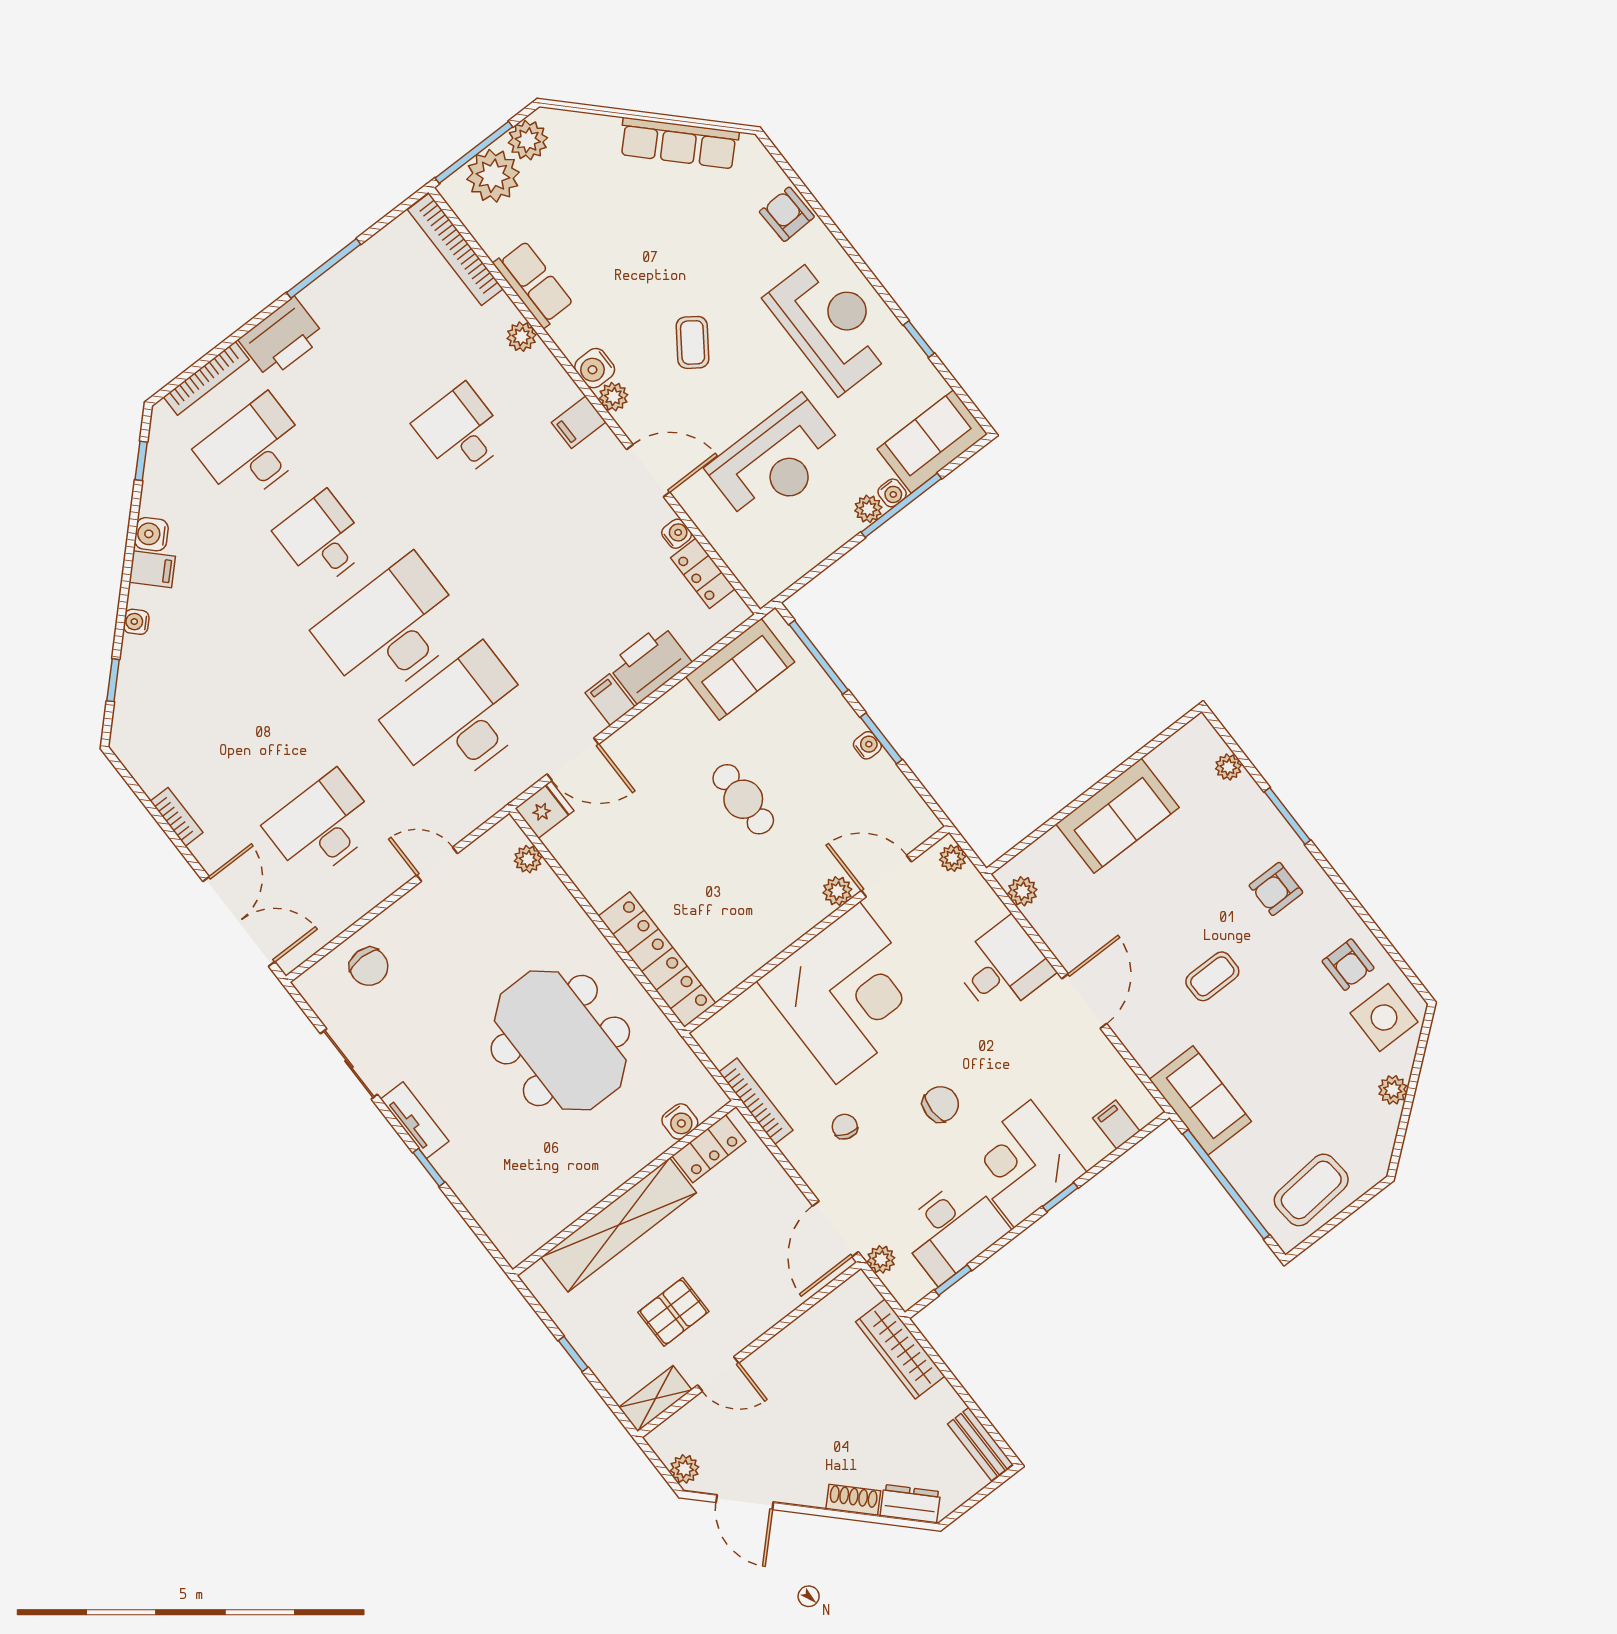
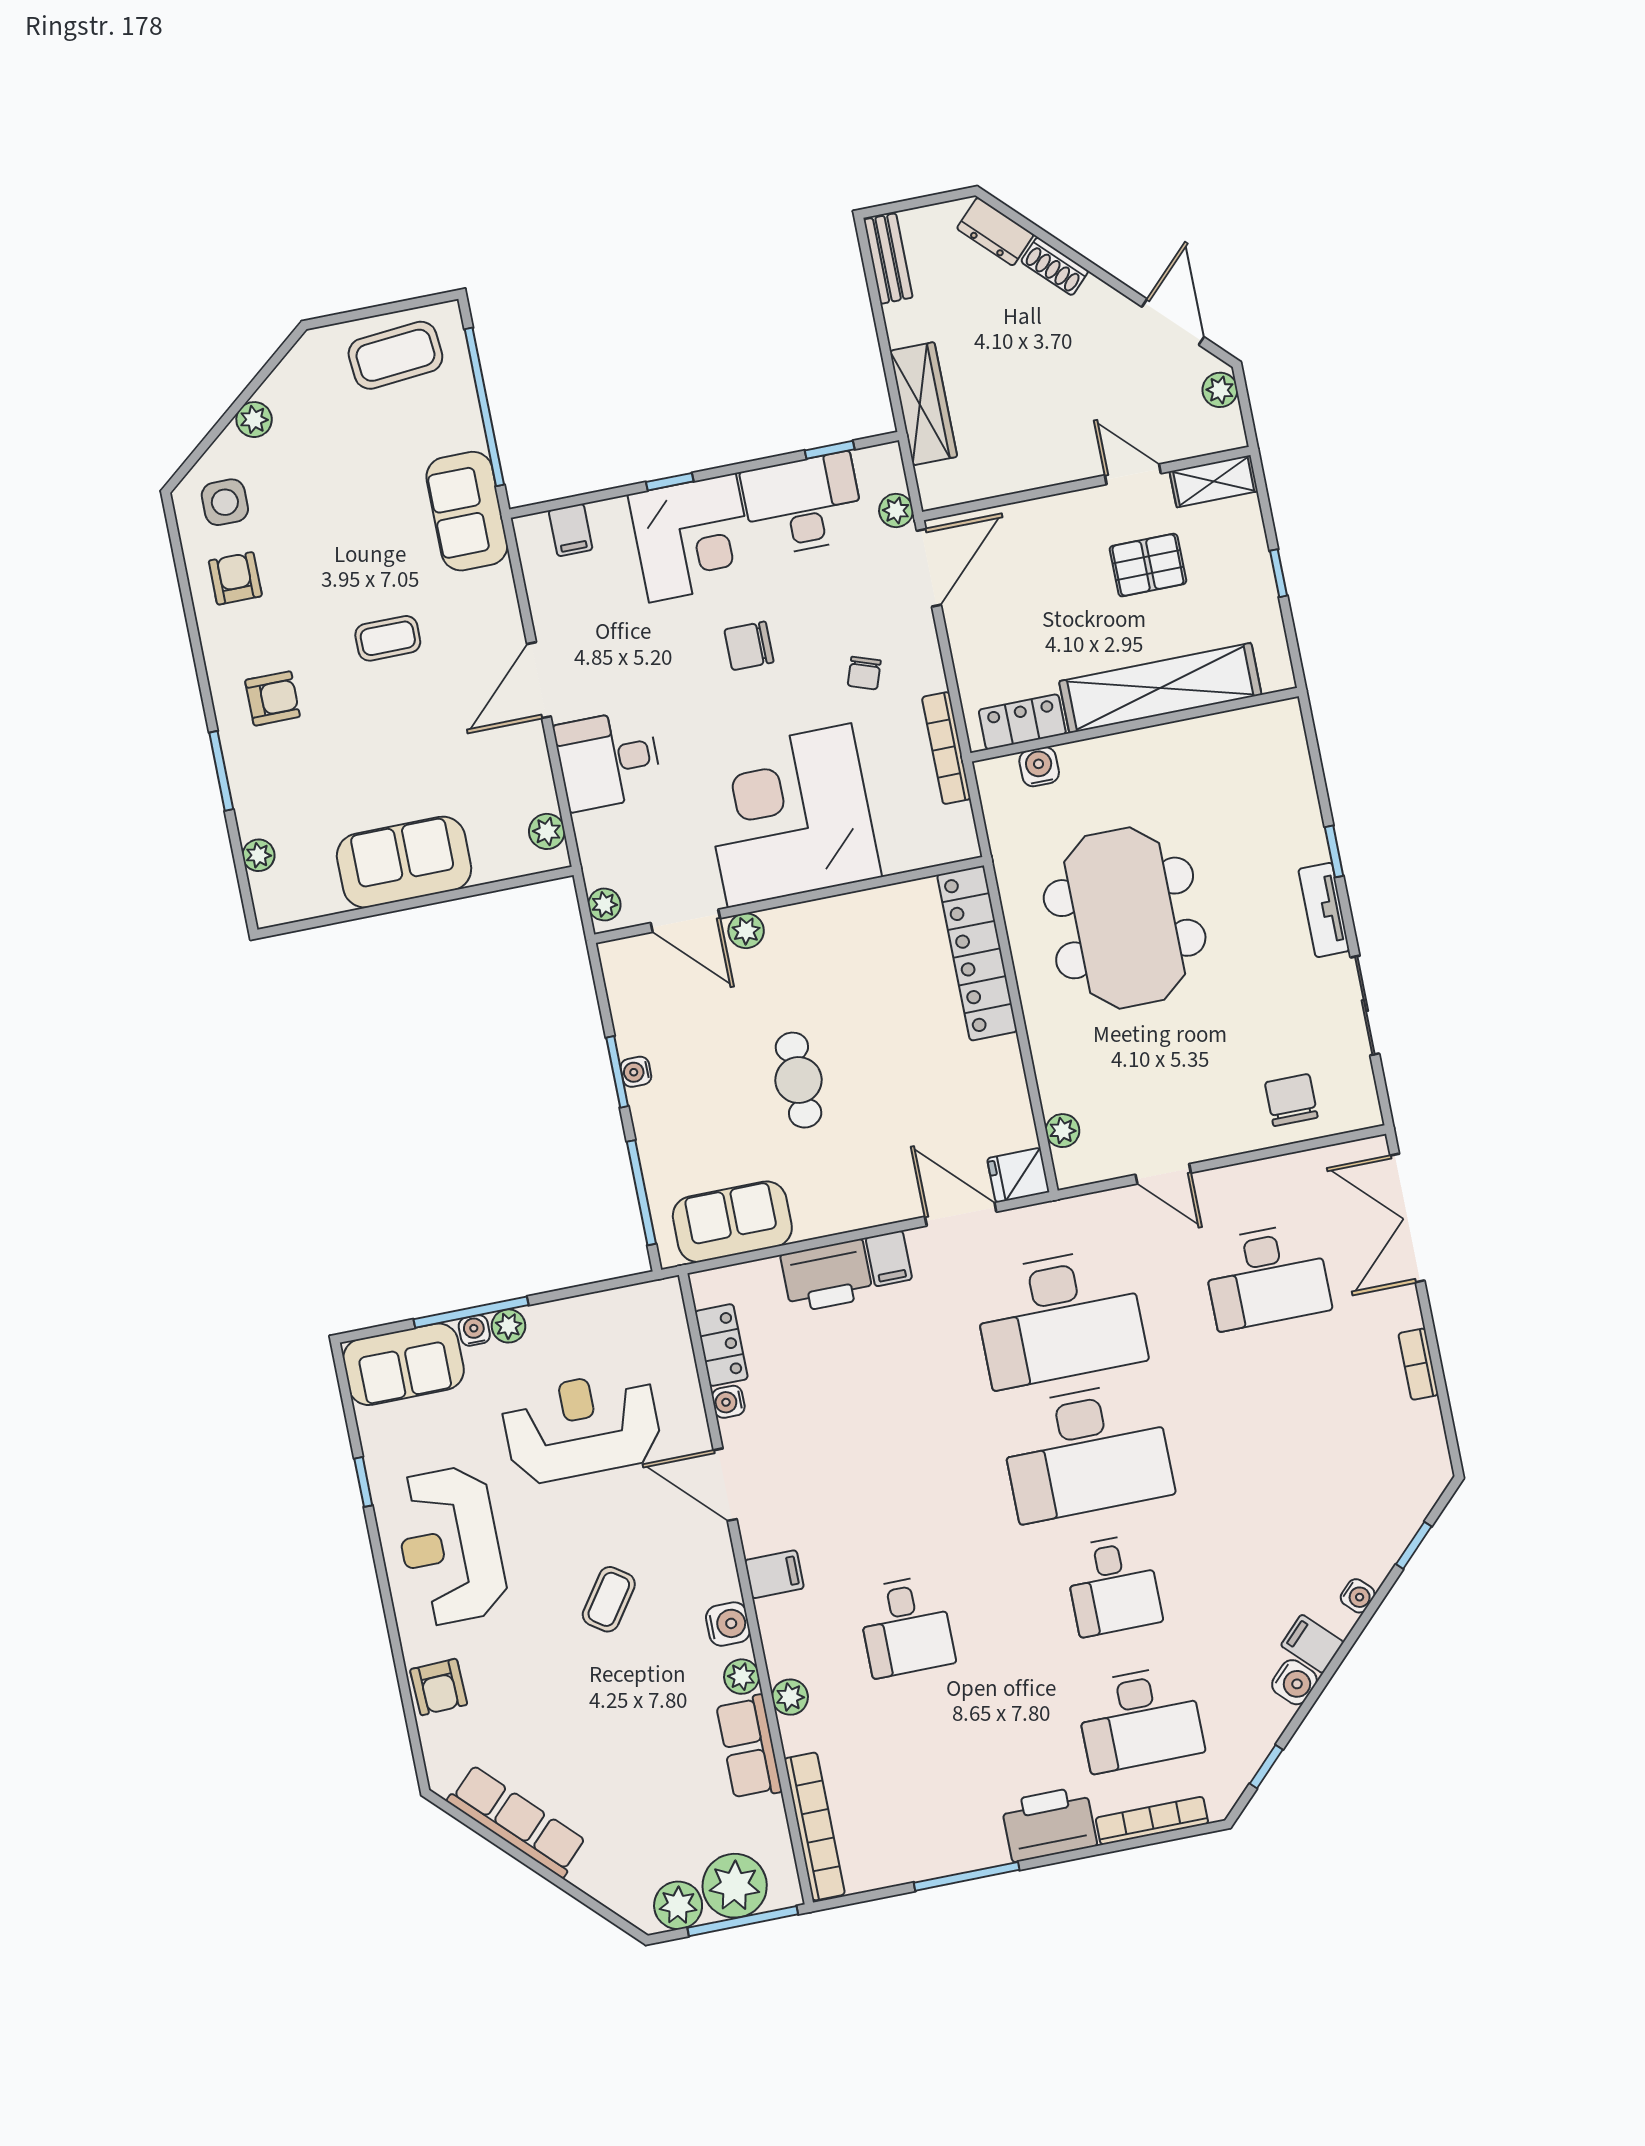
plant: (614, 397) -> (742, 1677), moved
side table: (1384, 1017) -> (225, 502), width x0.73, depth x0.73

